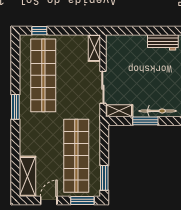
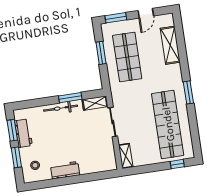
shop shelf: (76, 156) -> (127, 57), width x0.71
shelving: (27, 176) -> (170, 45), moved
window: (104, 178) -> (101, 53), moved

